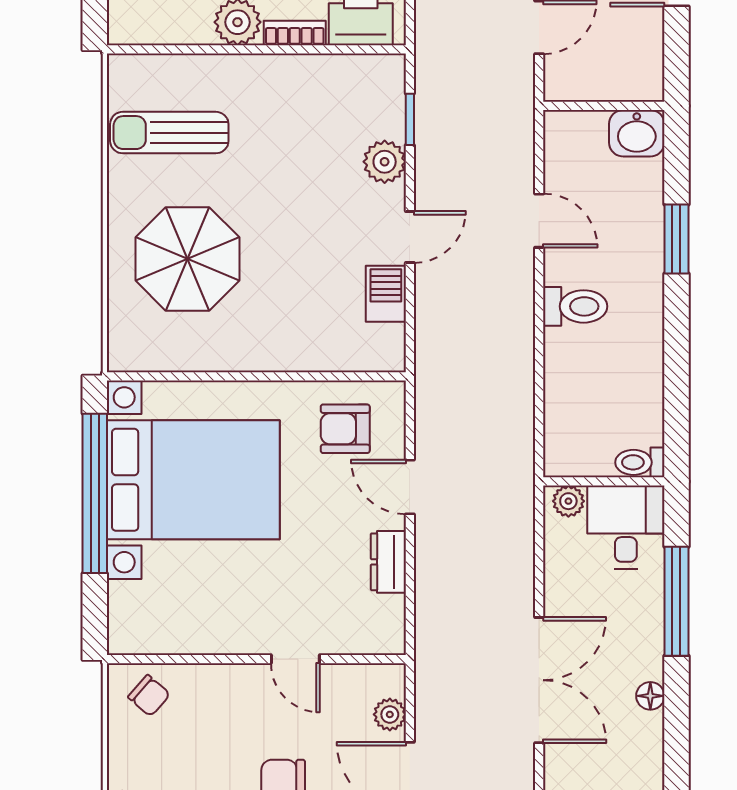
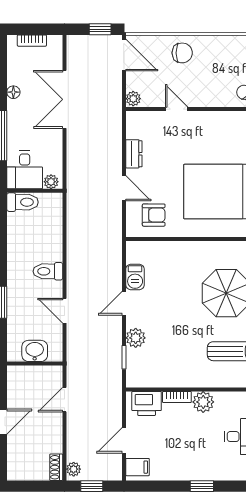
washbasin: (637, 133) -> (35, 351), moved
toilet: (640, 462) -> (23, 202), width x1.37, depth x1.39
plant: (390, 714) -> (133, 99), moved

